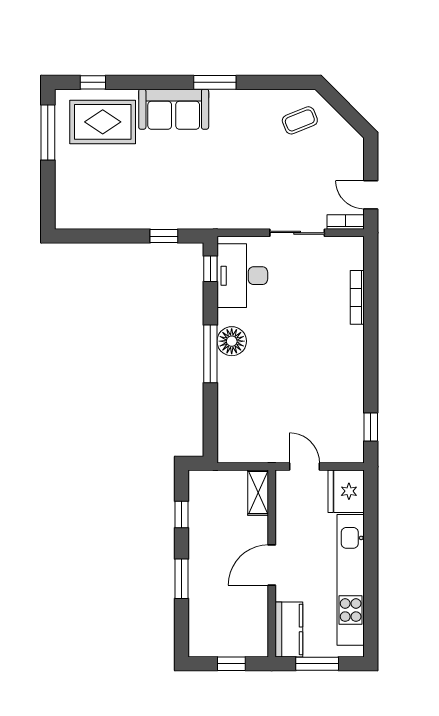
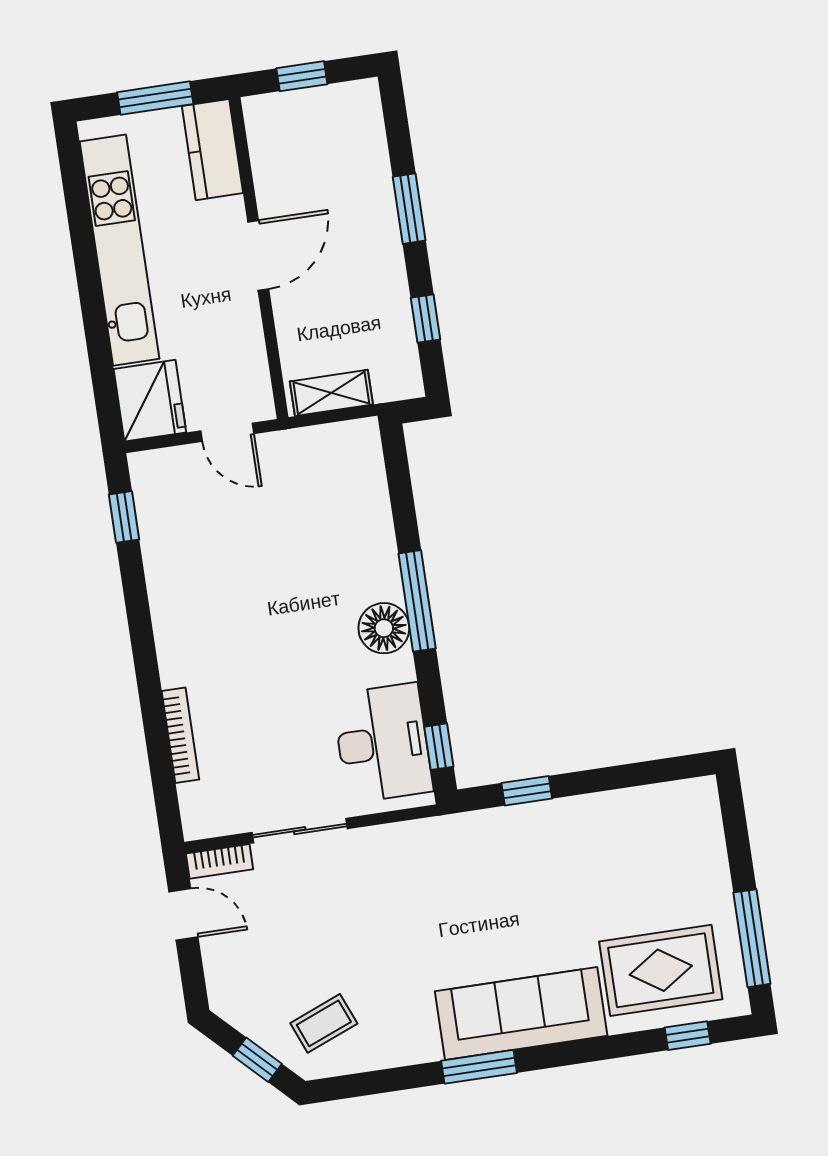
window: (341, 105) -> (257, 1060), added
sofa: (174, 109) -> (521, 1014), width x1.36
shelving: (258, 493) -> (331, 393), moved, turned 90

